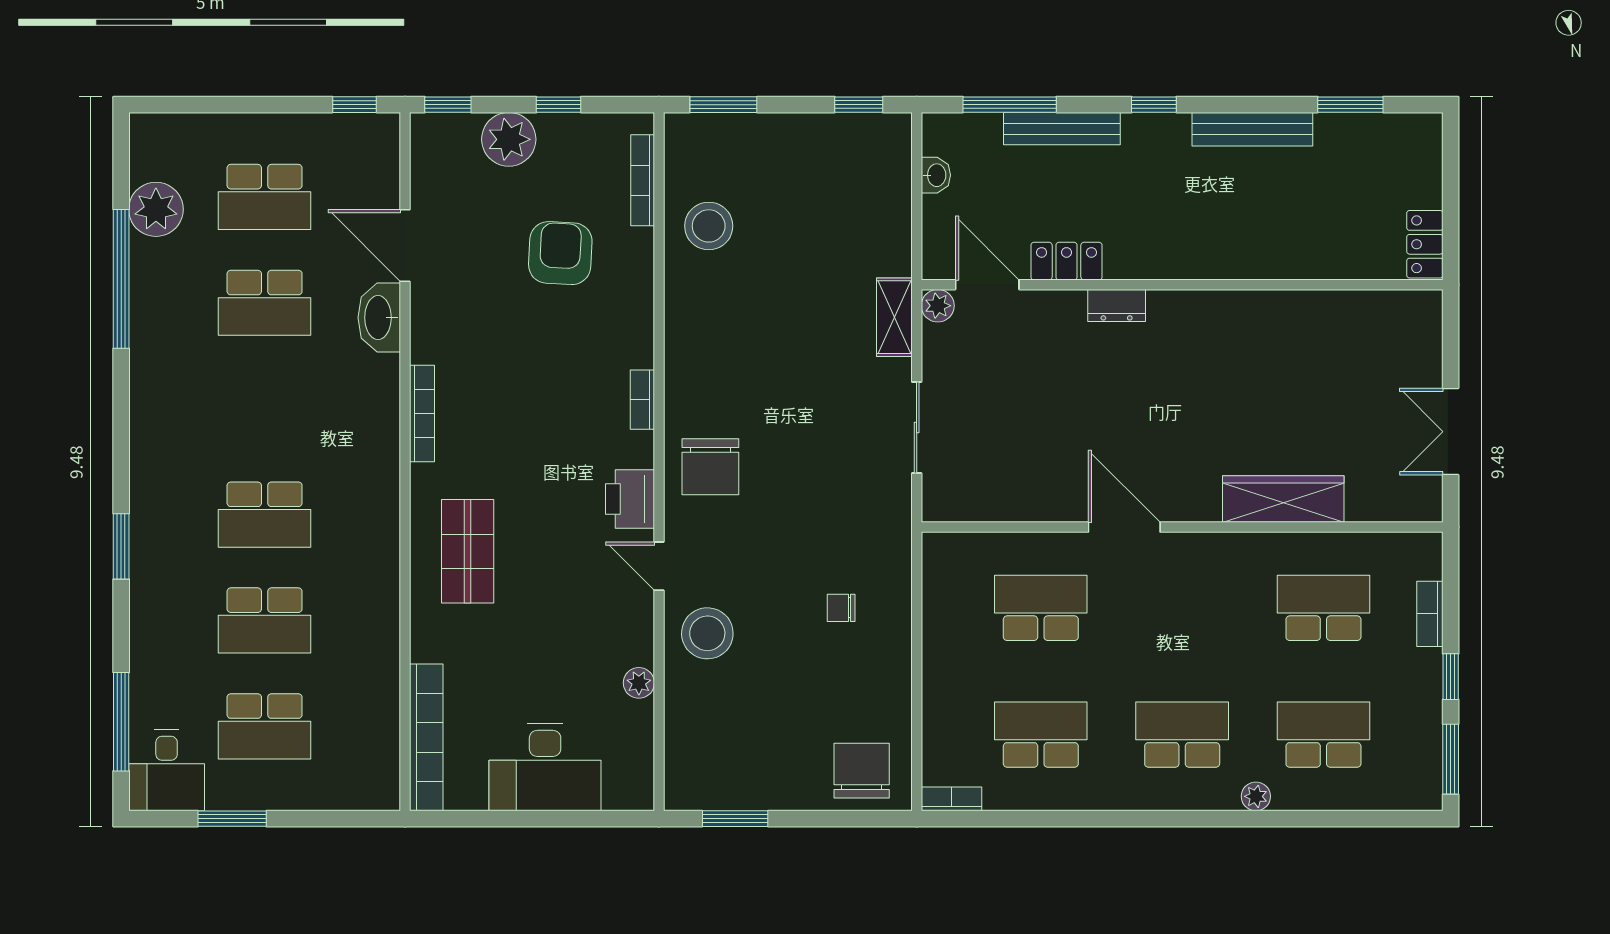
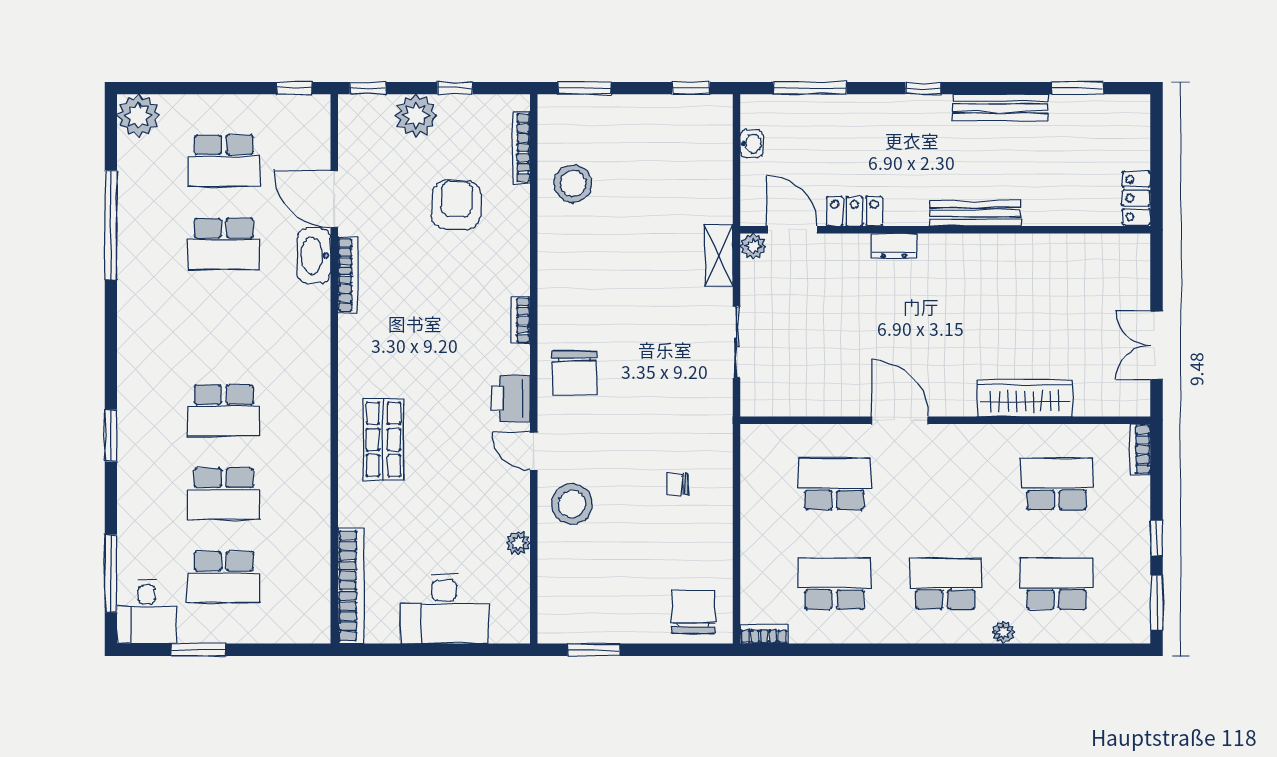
bench: (1062, 129) -> (975, 213), moved
plant: (156, 209) -> (138, 116), moved
bookcase: (422, 414) -> (348, 275), moved
bookcase: (1430, 614) -> (1140, 450), moved

